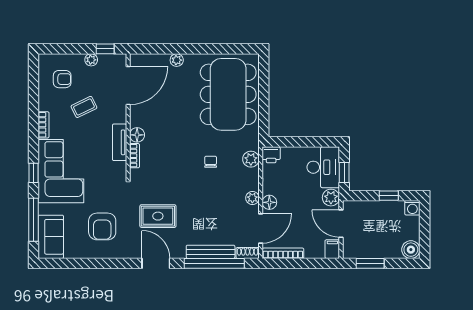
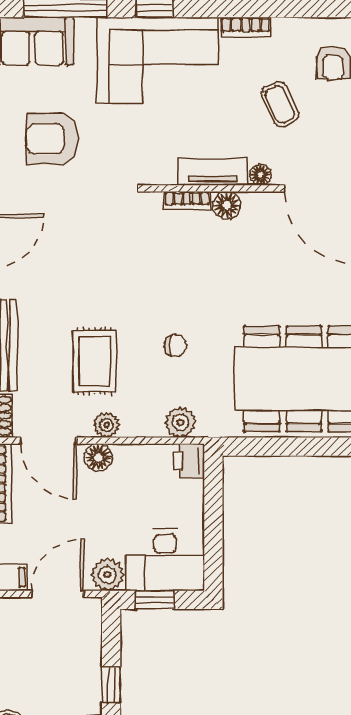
floor lamp: (121, 117) -> (260, 175), added
rug: (158, 216) -> (95, 361), moved

